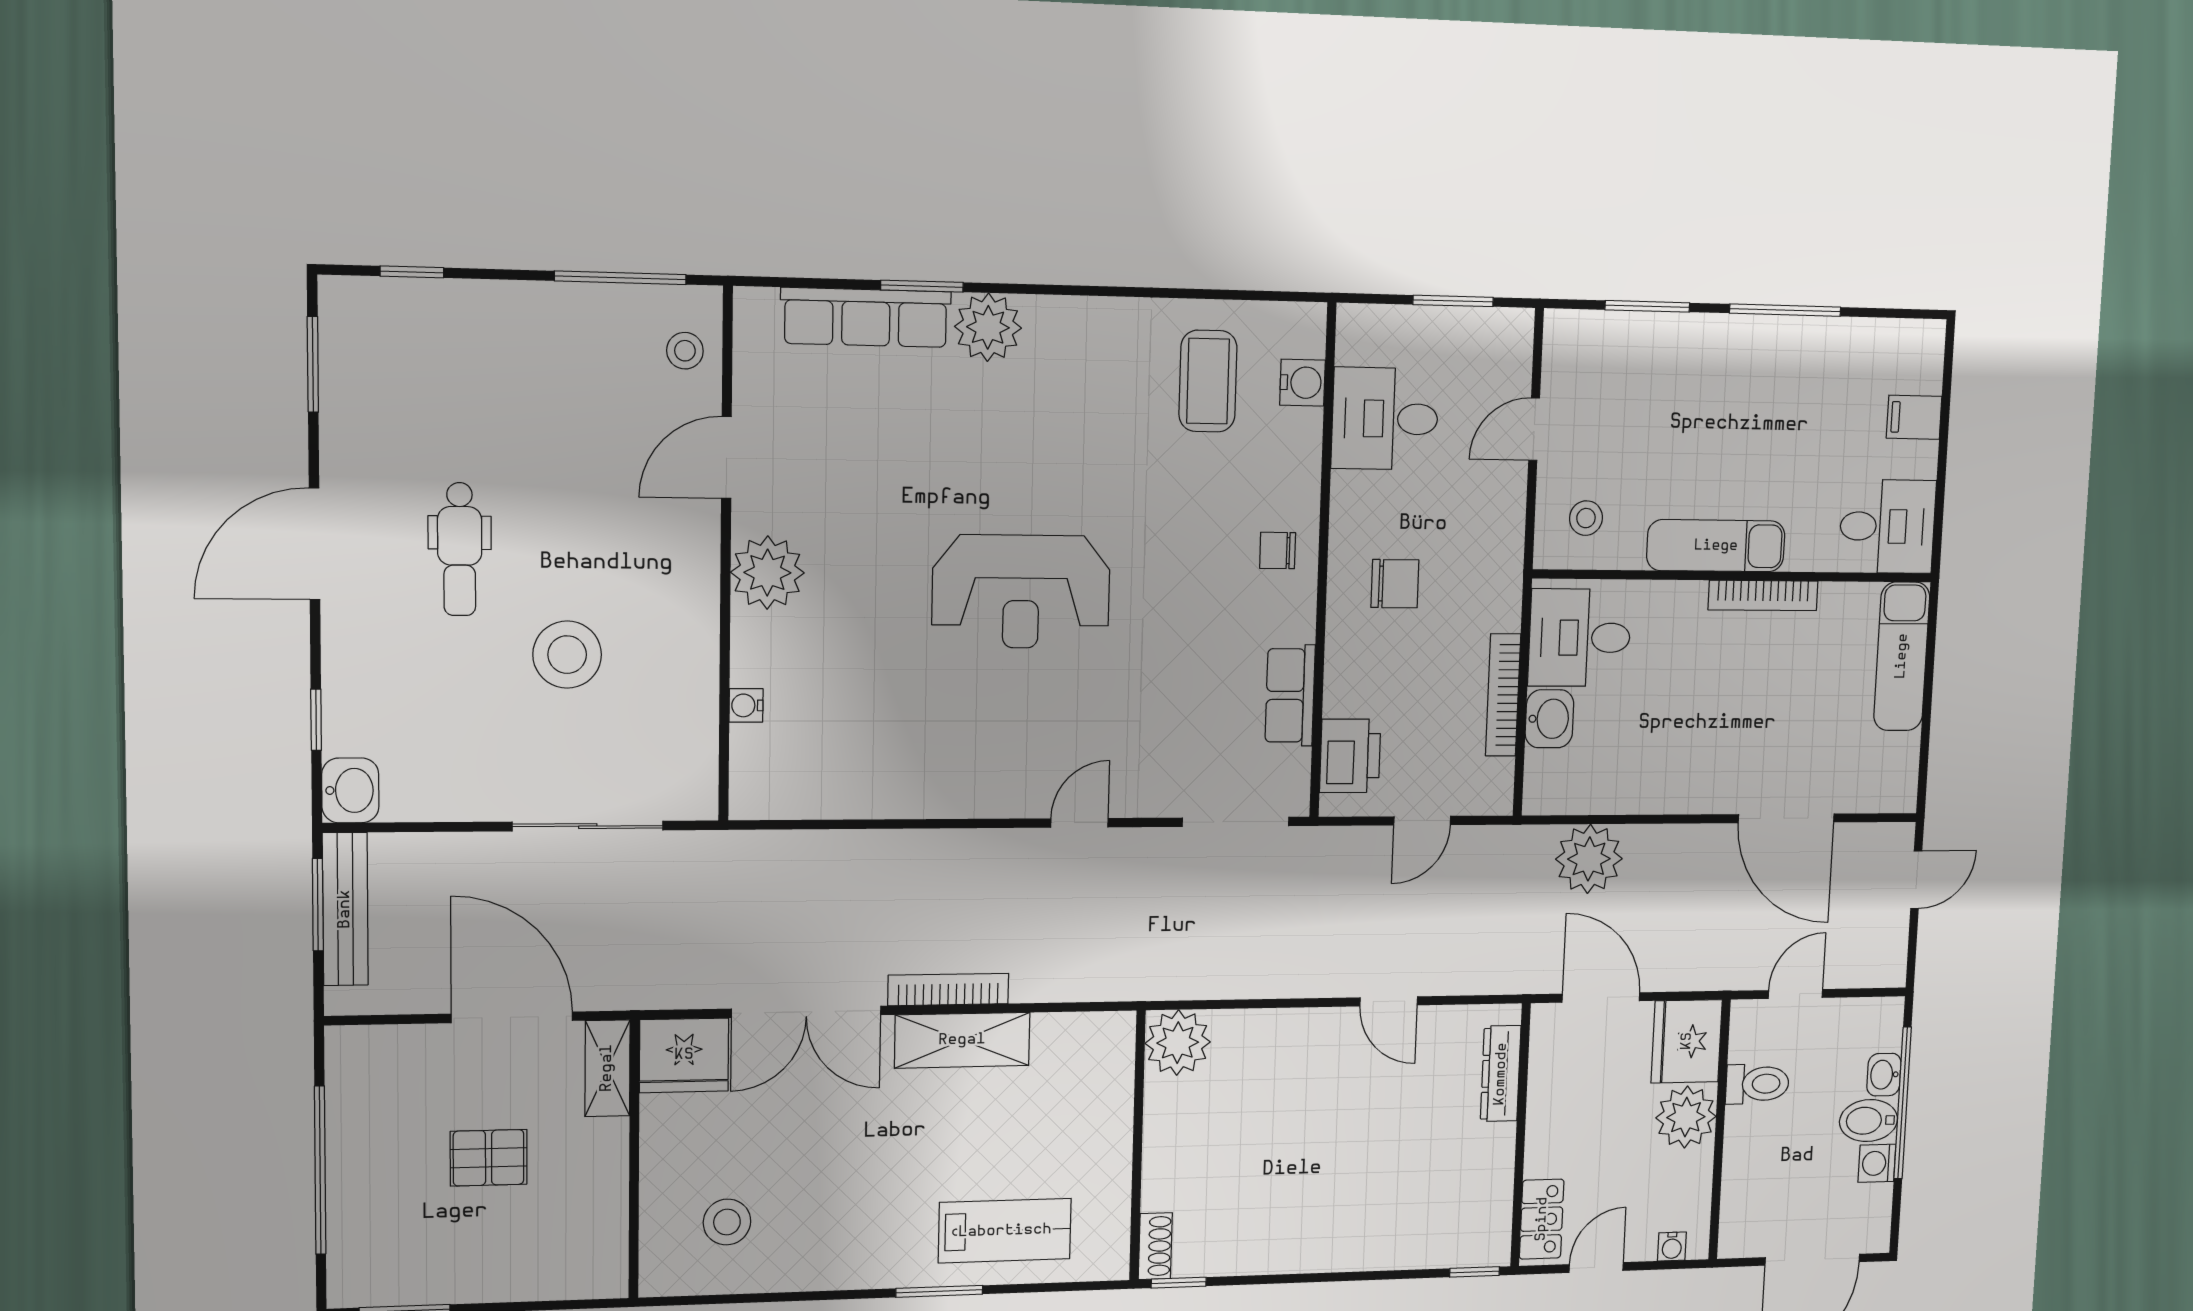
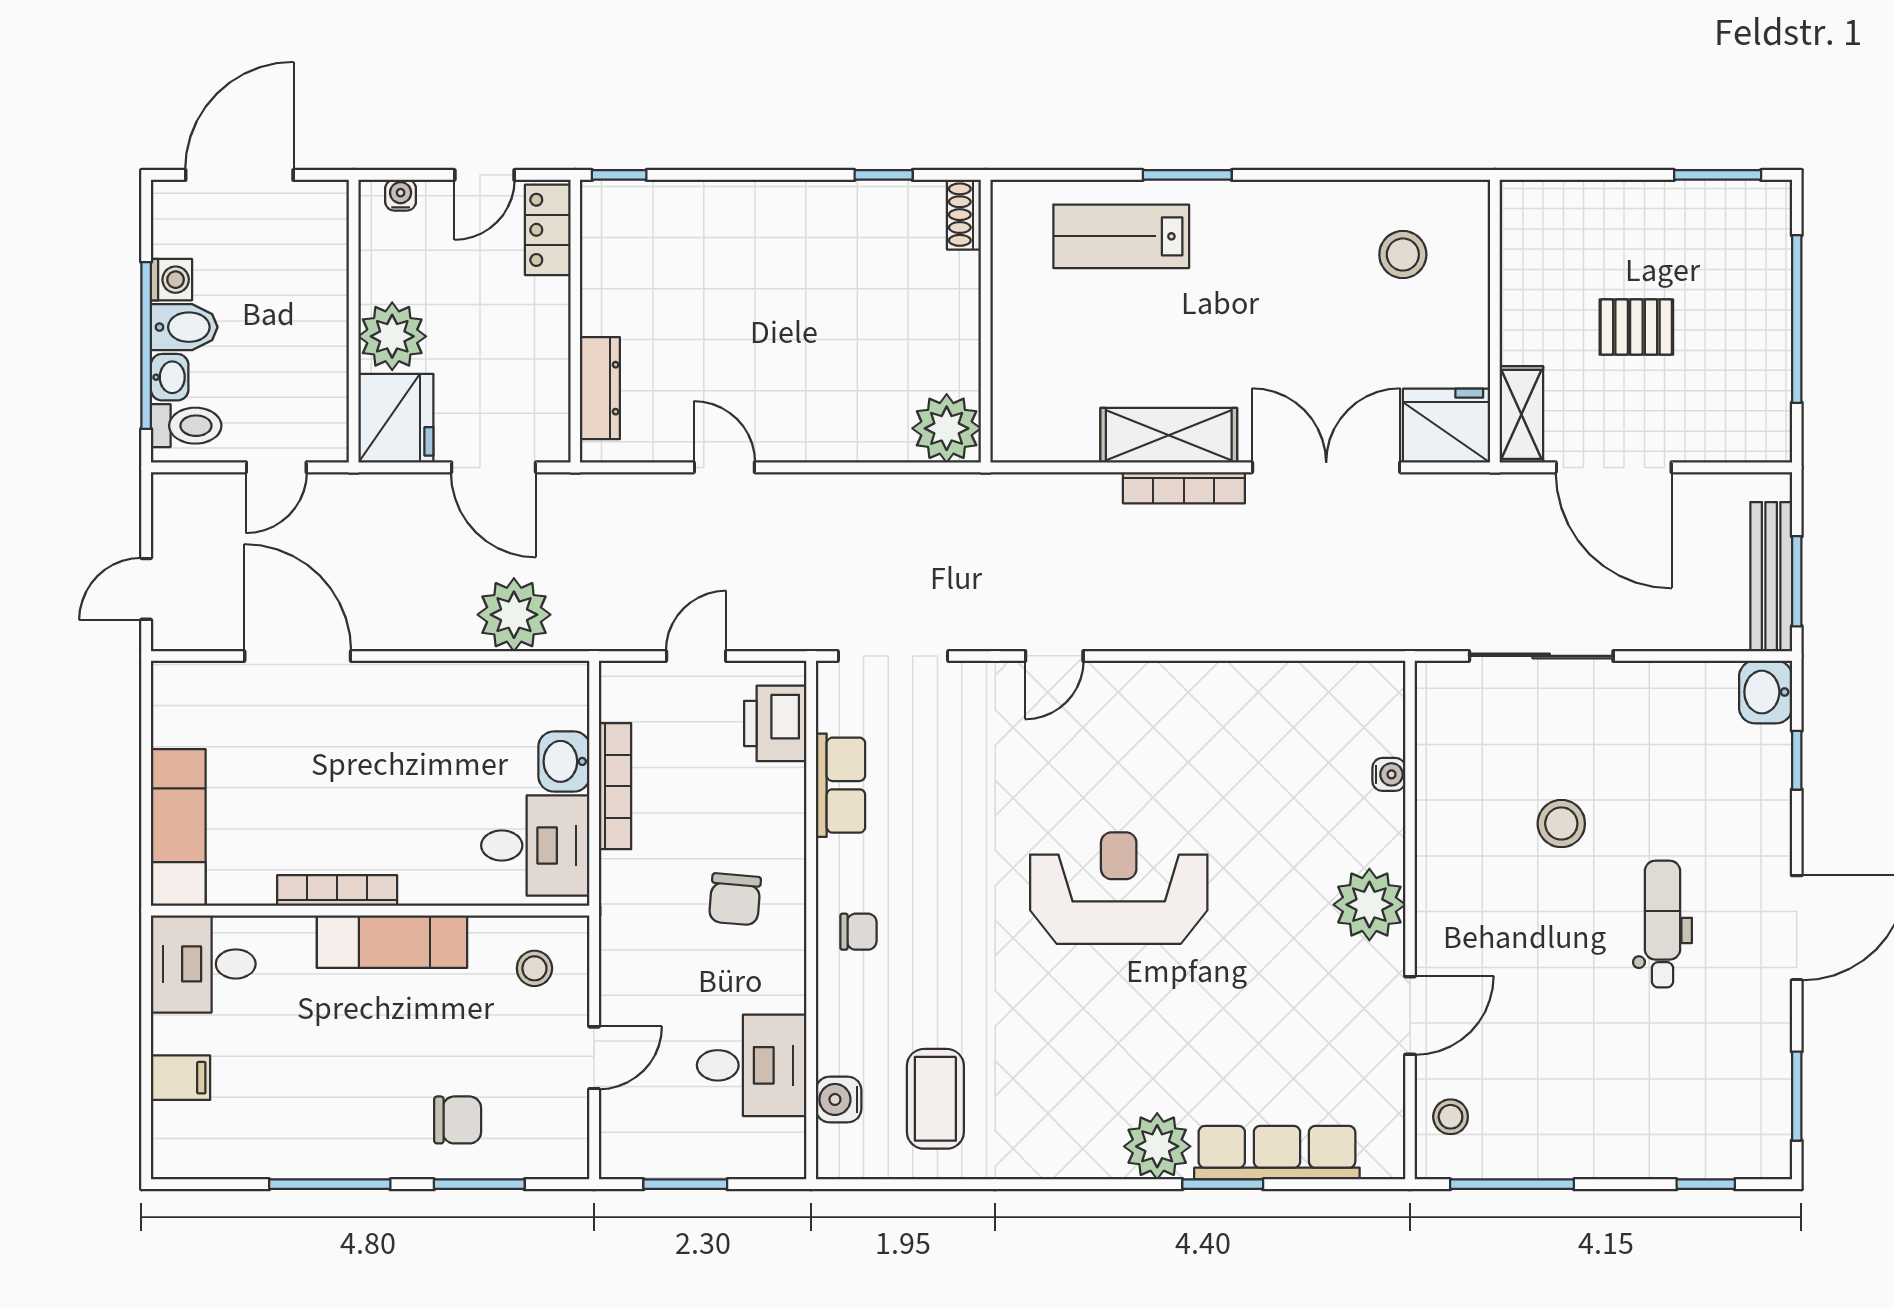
chair: (1664, 370) -> (458, 1120), added
chair: (1395, 584) -> (735, 899), turned -85
stool: (567, 655) -> (1561, 824), width x0.73, depth x0.73
toilet: (1757, 1084) -> (186, 426), moved, turned 180
window: (1179, 1283) -> (884, 175), moved

